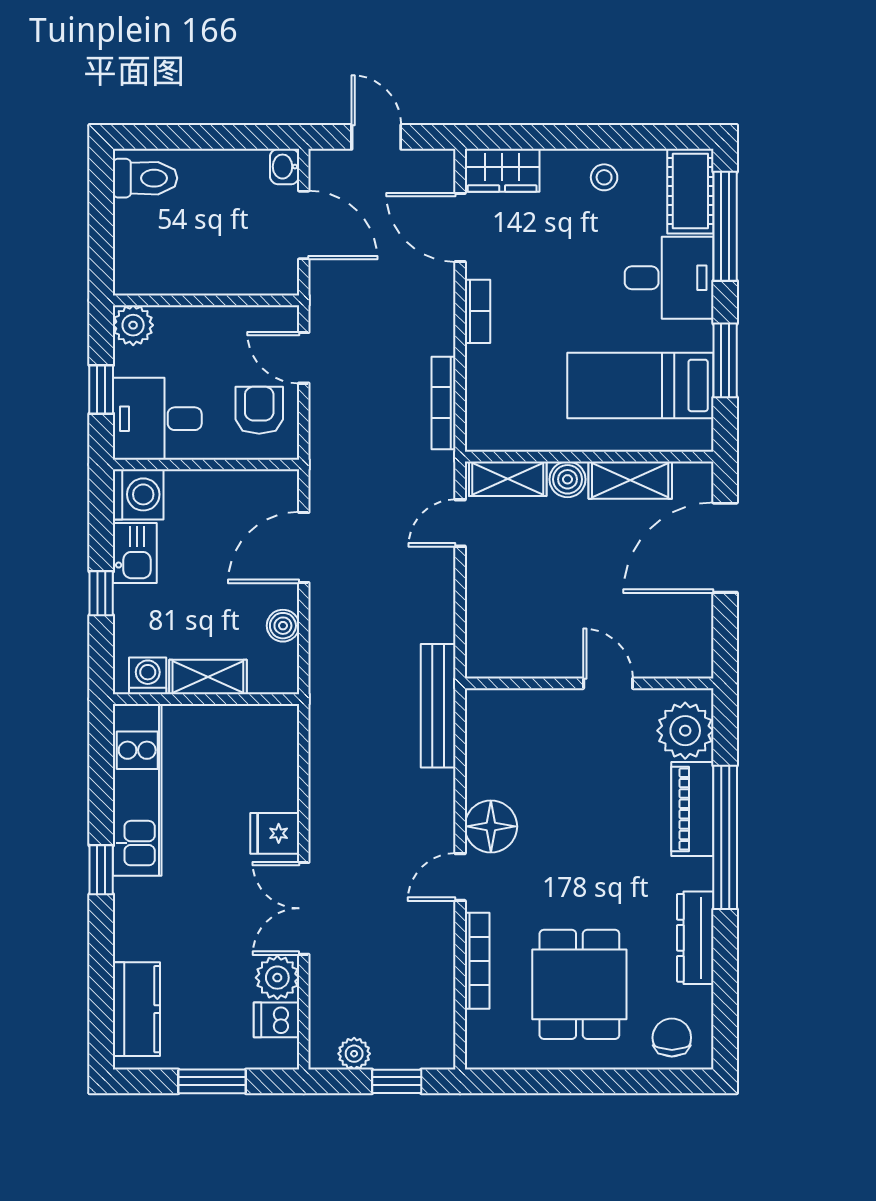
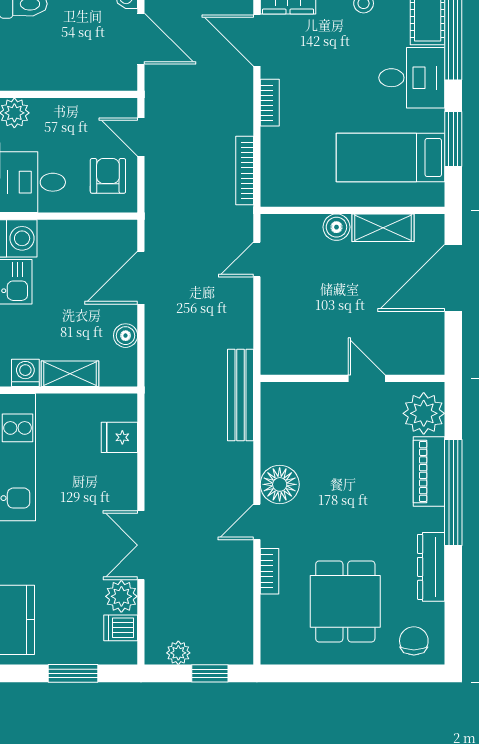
shelving: (508, 479) -> (292, 227), removed
fridge: (275, 833) -> (119, 437), moved
bookcase: (477, 961) -> (269, 571), width x0.64

